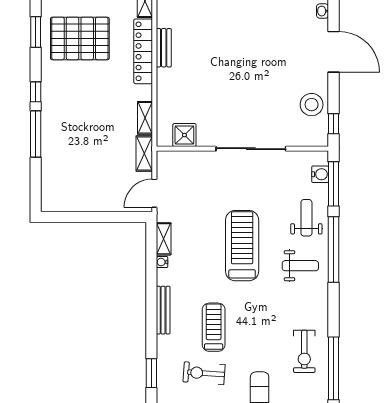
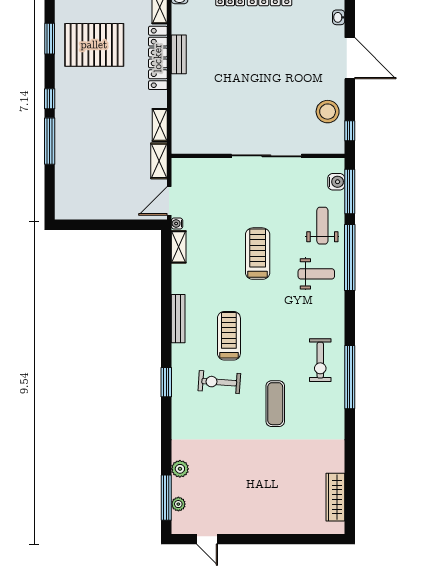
shower: (184, 135) -> (200, 142), removed
treadmill: (242, 246) -> (258, 254), width x0.73, depth x0.73
water cooler: (162, 262) -> (177, 223), moved

